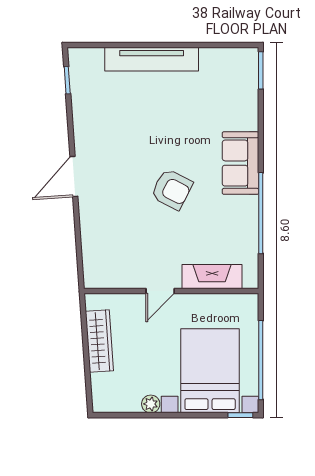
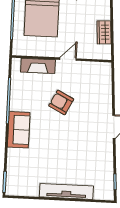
armchair: (172, 189) -> (61, 102), moved
wardrobe: (99, 341) -> (104, 32), width x0.67

